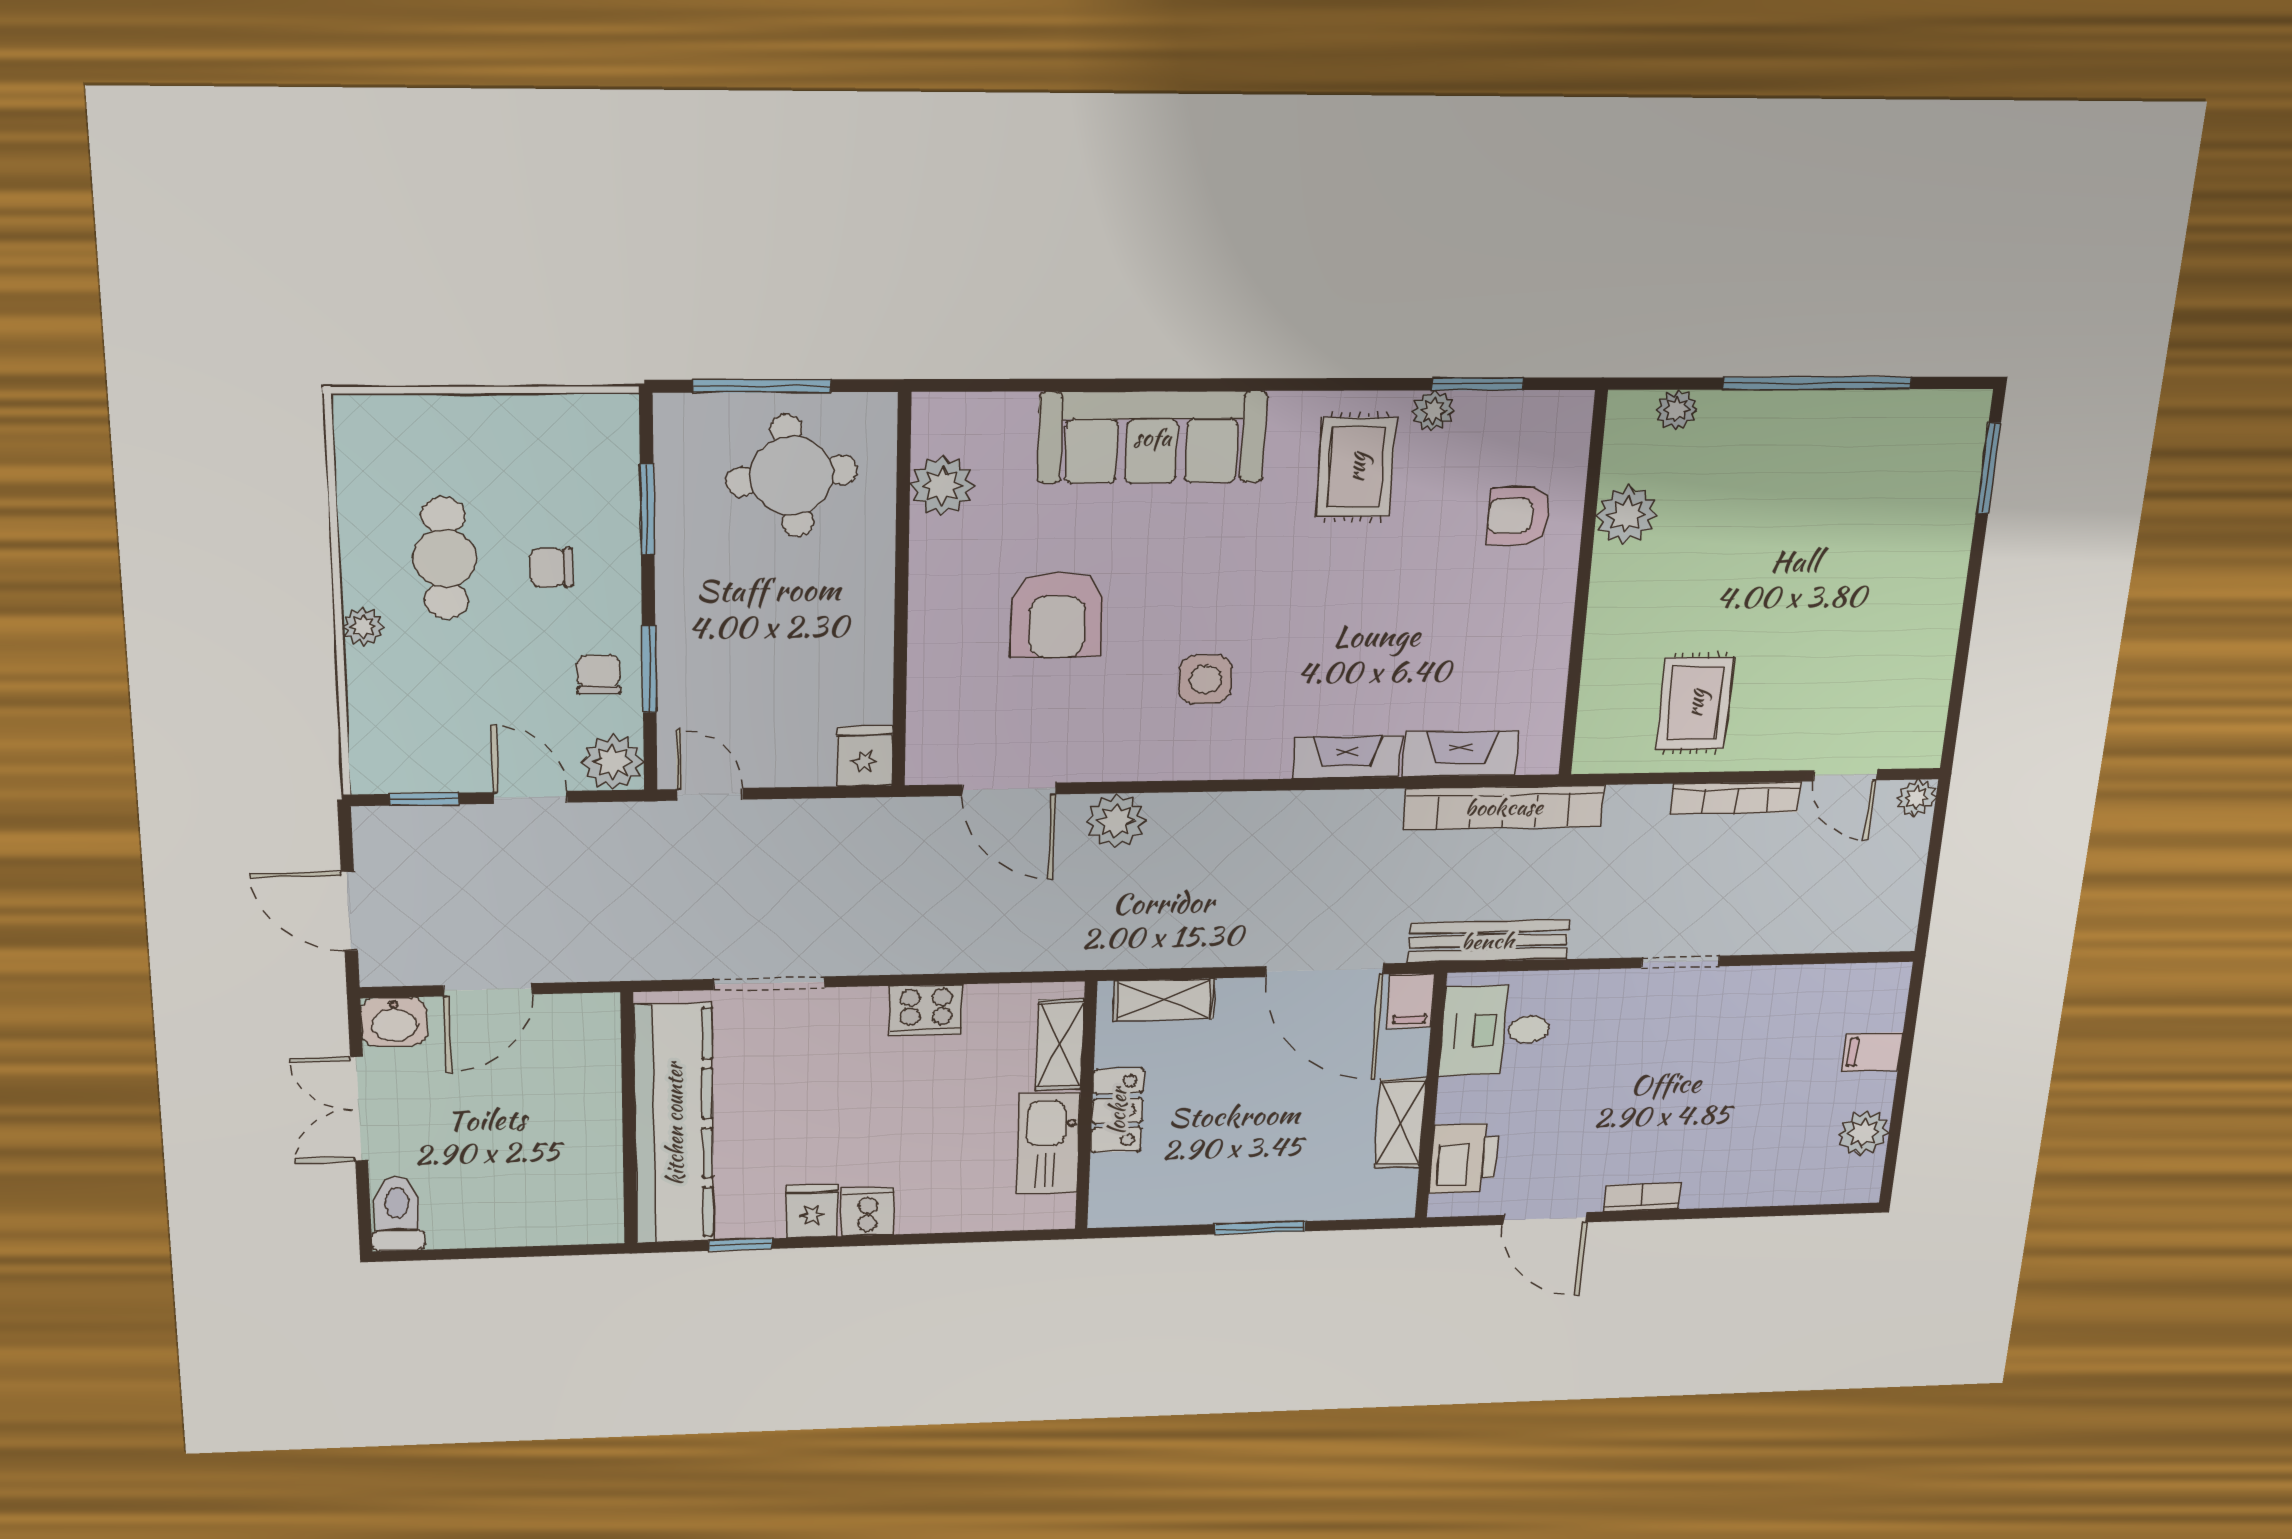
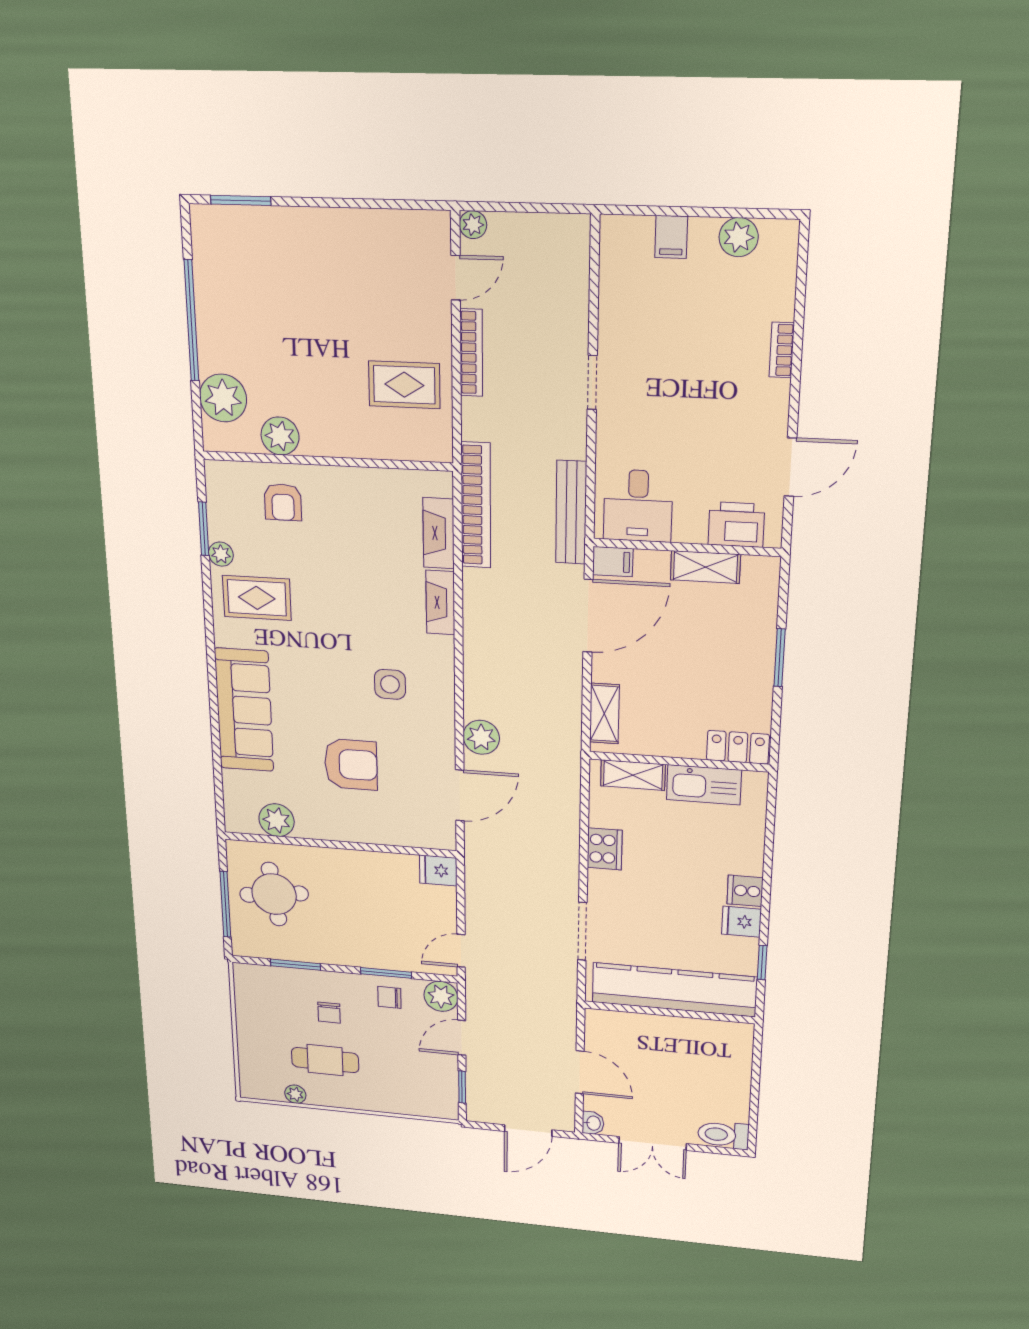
plant: (1676, 410) -> (223, 398), width x1.87, depth x1.87
plant: (363, 627) -> (295, 1094), moved
washbasin: (394, 1022) -> (593, 1123), width x0.72, depth x0.69
locker: (1117, 1111) -> (738, 747), moved
bookcase: (1642, 1197) -> (782, 350), moved

